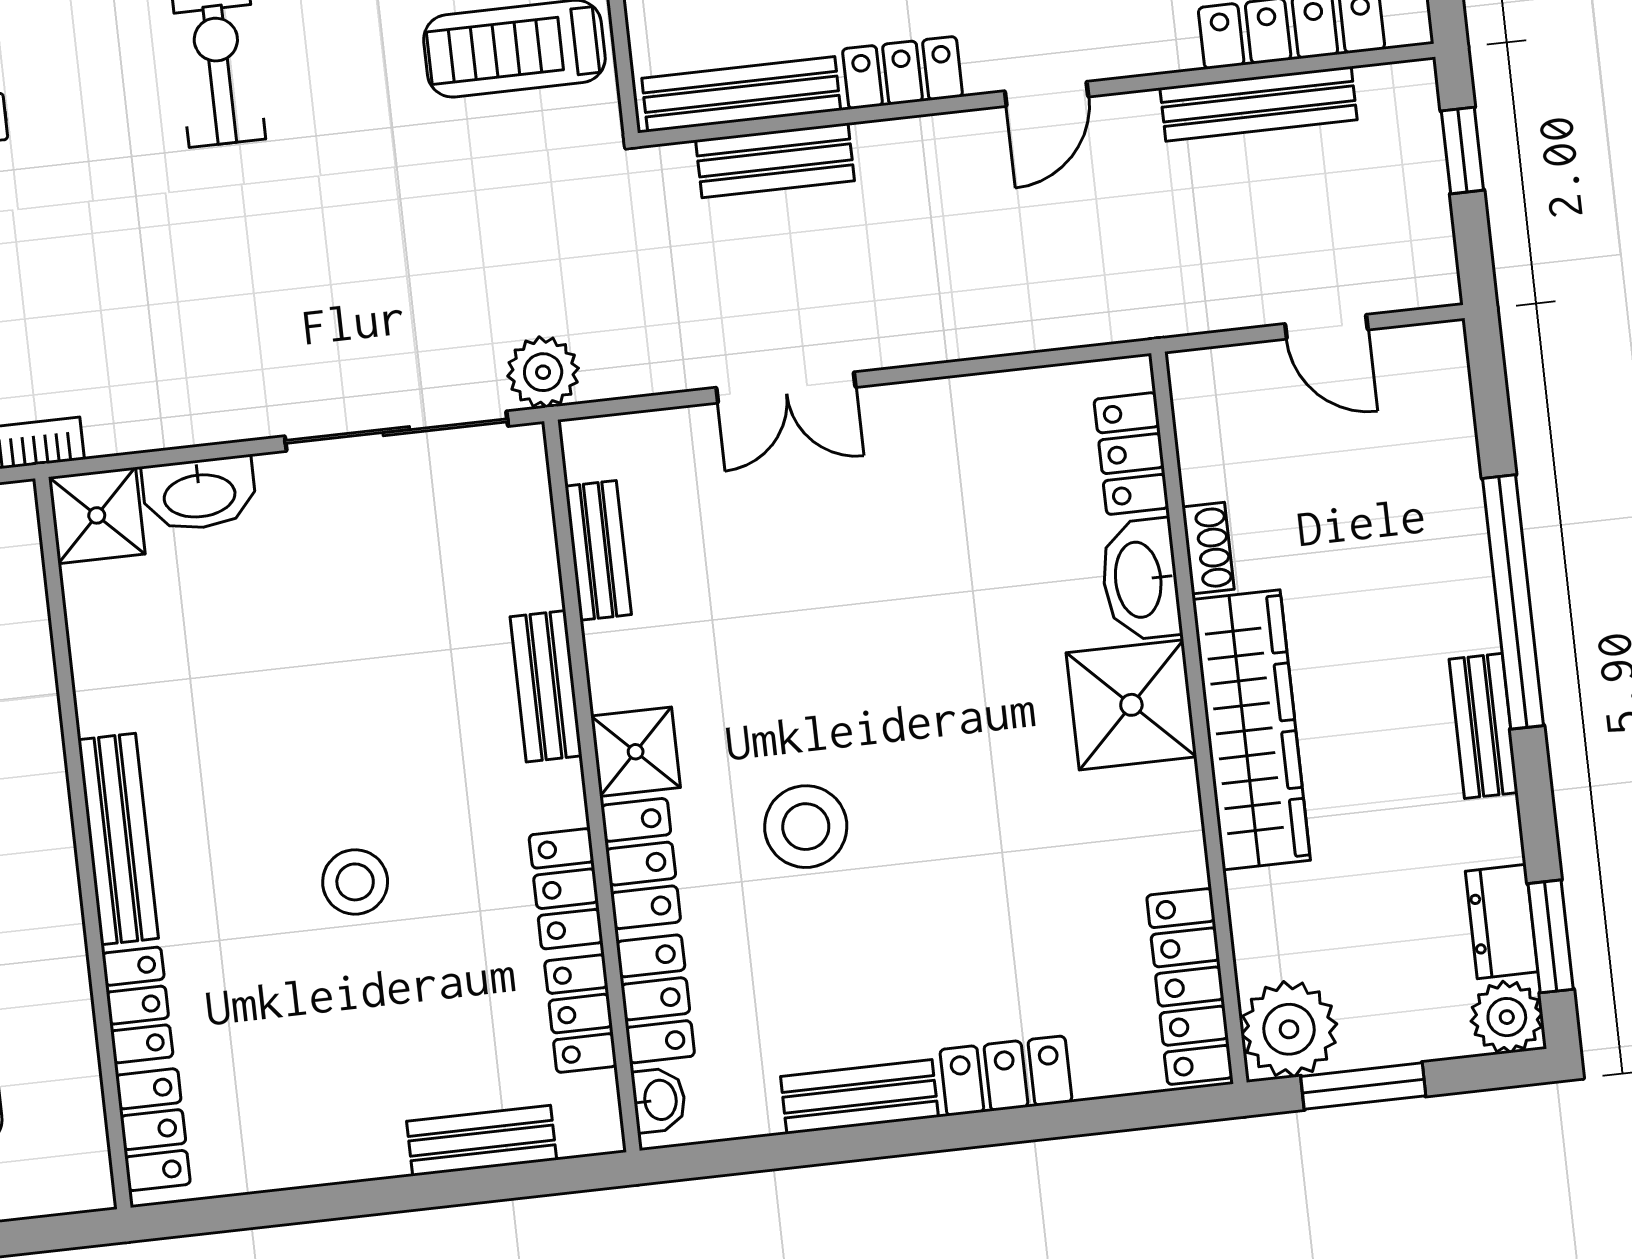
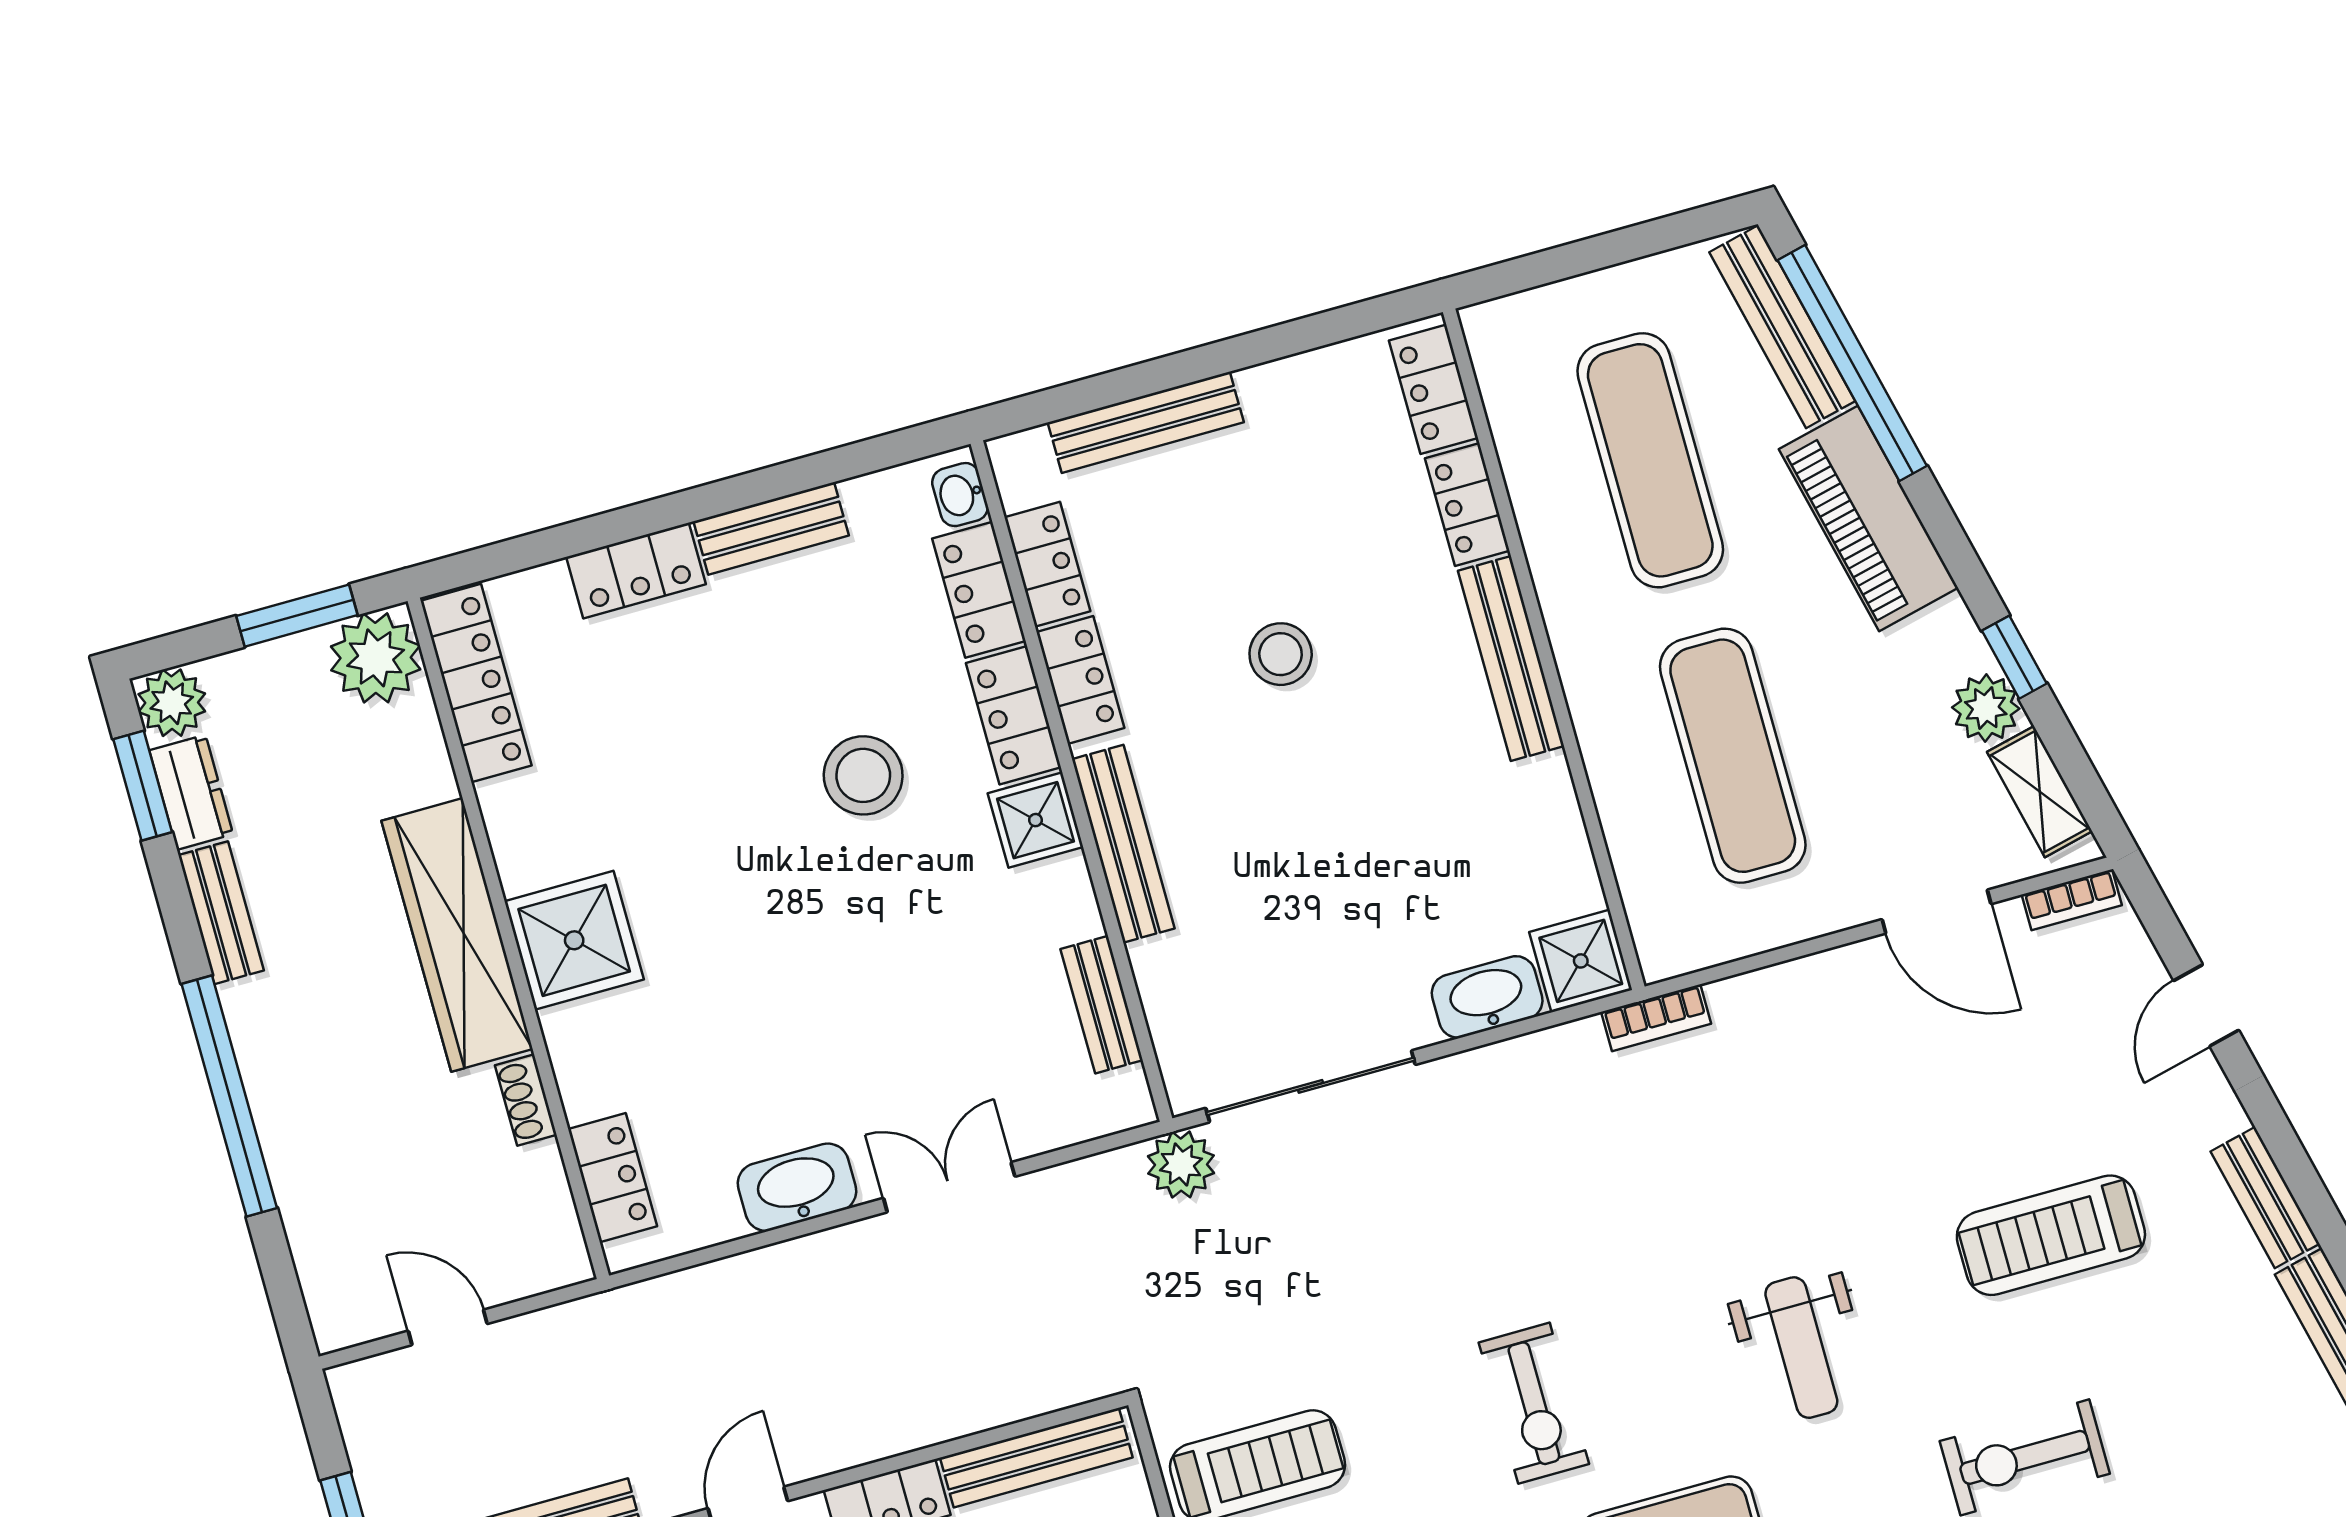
bench: (775, 160) -> (994, 1400), removed
washbasin: (1140, 579) -> (797, 1187), moved, turned -90
bench: (546, 686) -> (1123, 844), width x1.36
bench: (1483, 726) -> (221, 913), moved
bench: (482, 1141) -> (1146, 422), width x1.36

